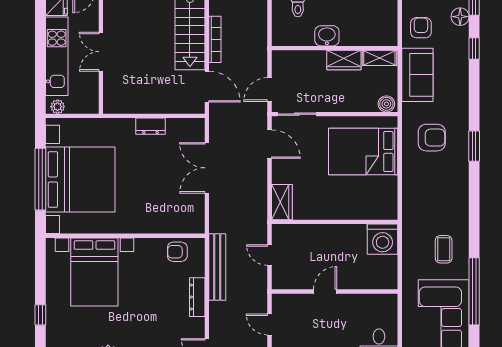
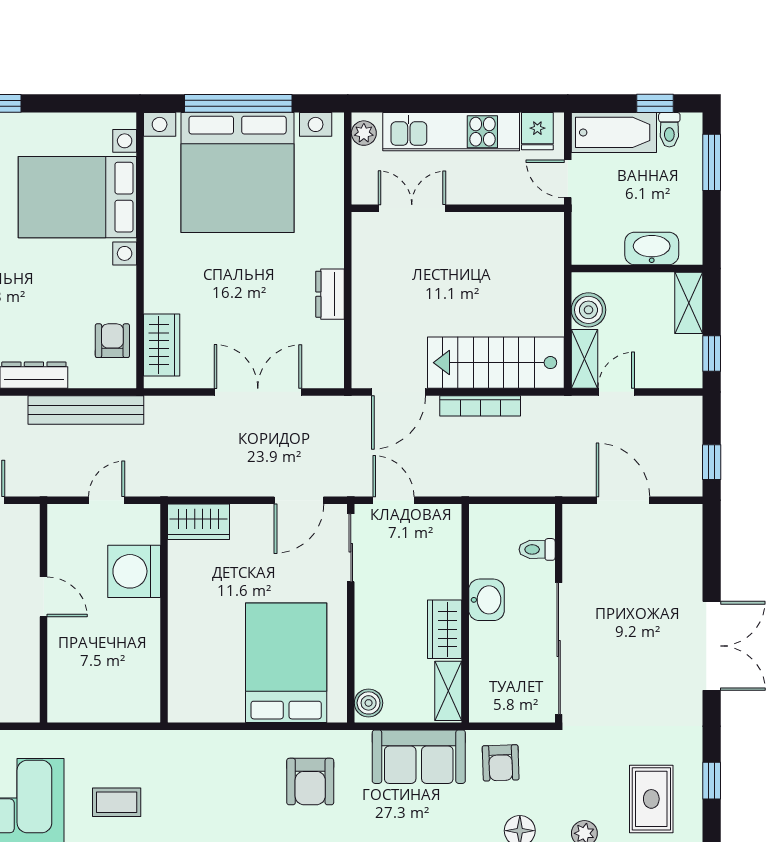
armchair: (421, 28) -> (501, 763), turned 88
double door: (101, 52) -> (412, 208), moved
wardrobe: (180, 223) -> (162, 345), added
washing machine: (383, 239) -> (134, 571), moved

